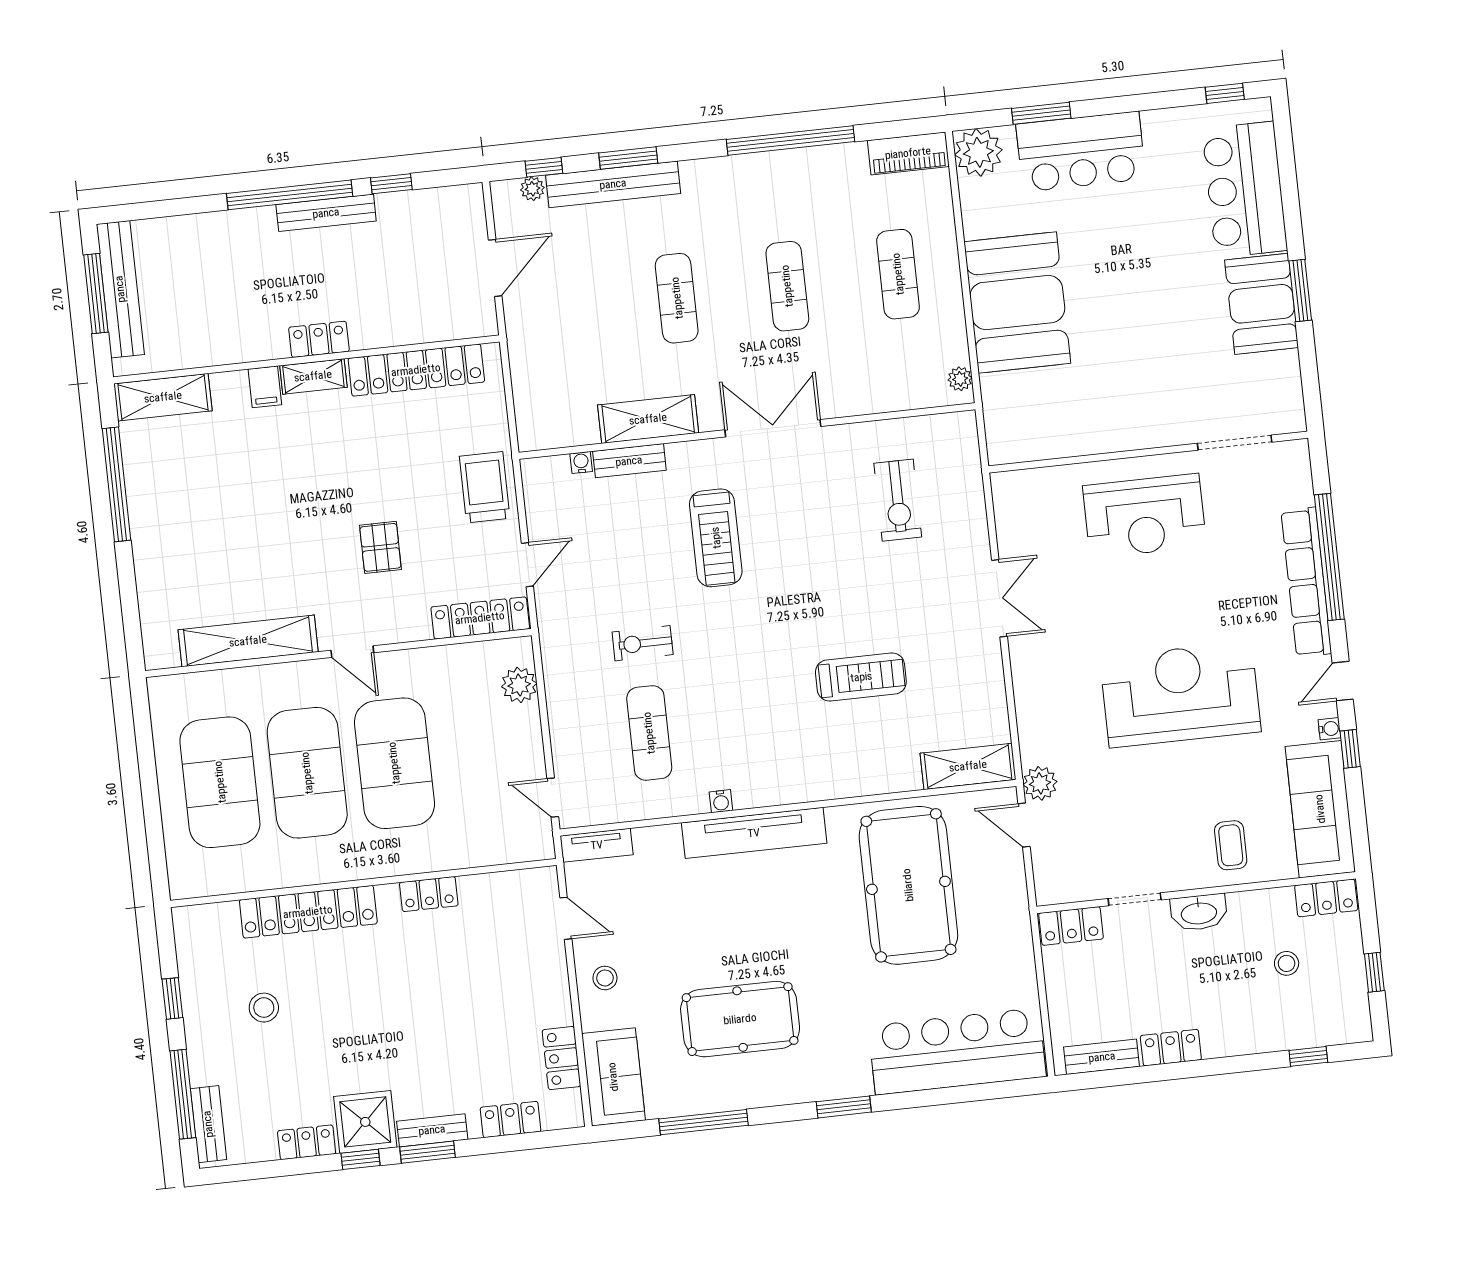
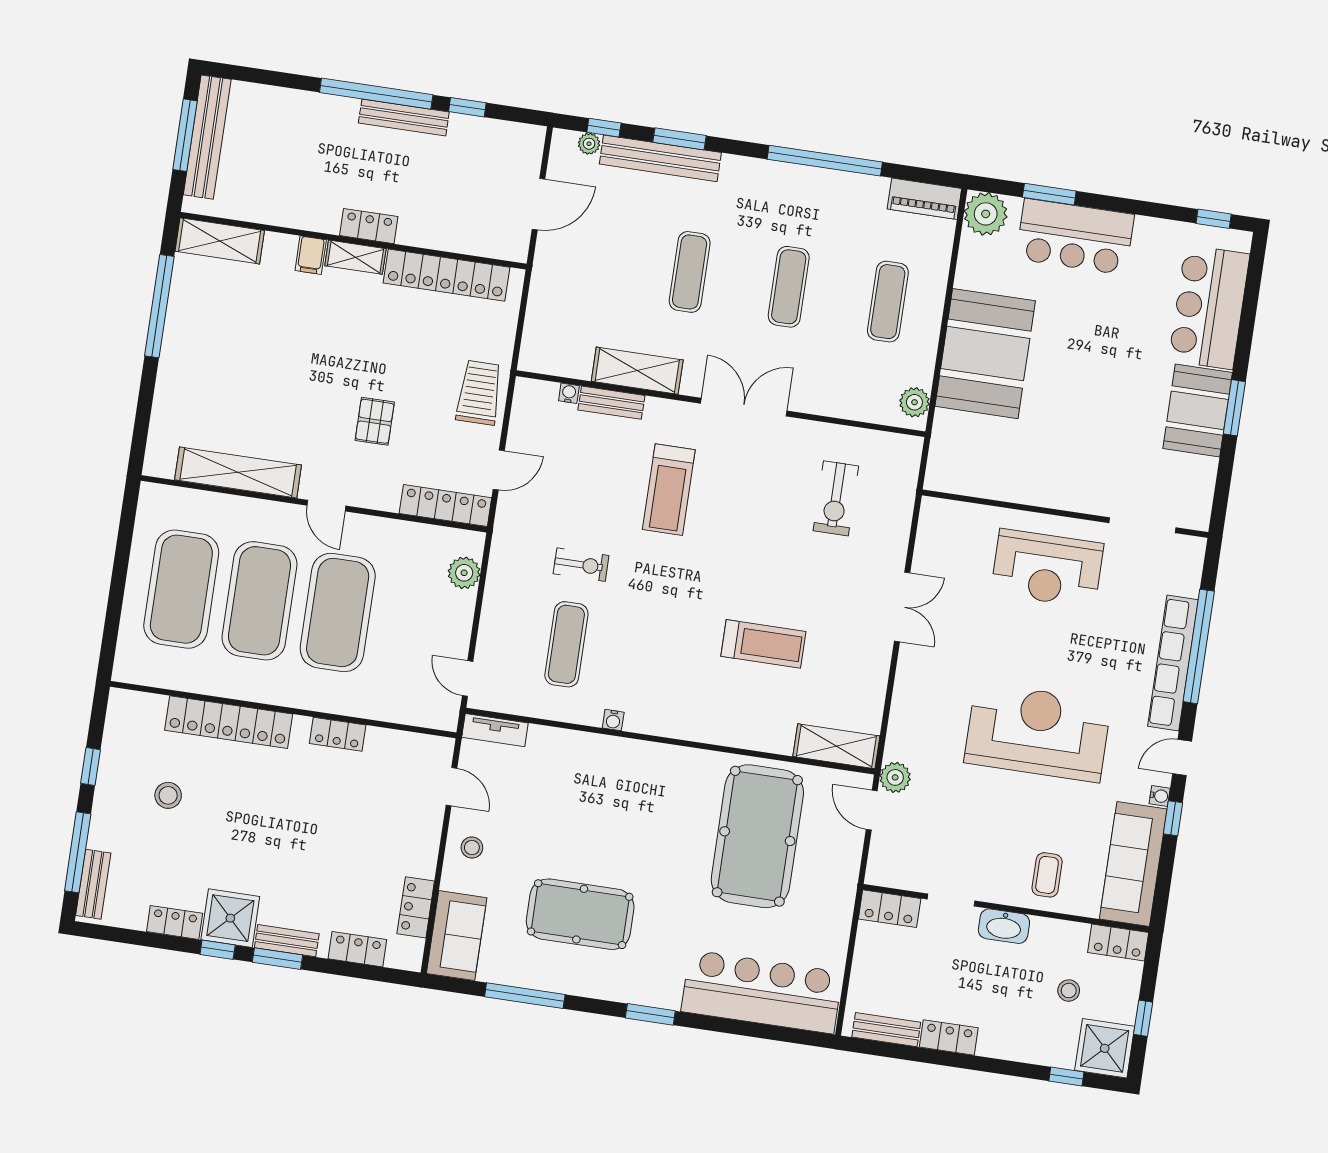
plant: (960, 379) -> (914, 402), width x1.38, depth x1.38
exercise bike: (643, 643) -> (581, 565), turned 180
tv unit: (754, 833) -> (635, 755), removed
shower: (1341, 1015) -> (1105, 1048), added

